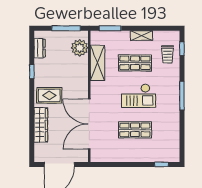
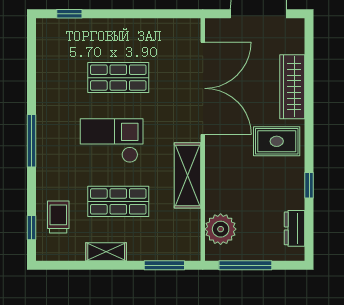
shelving: (97, 63) -> (188, 175), moved

